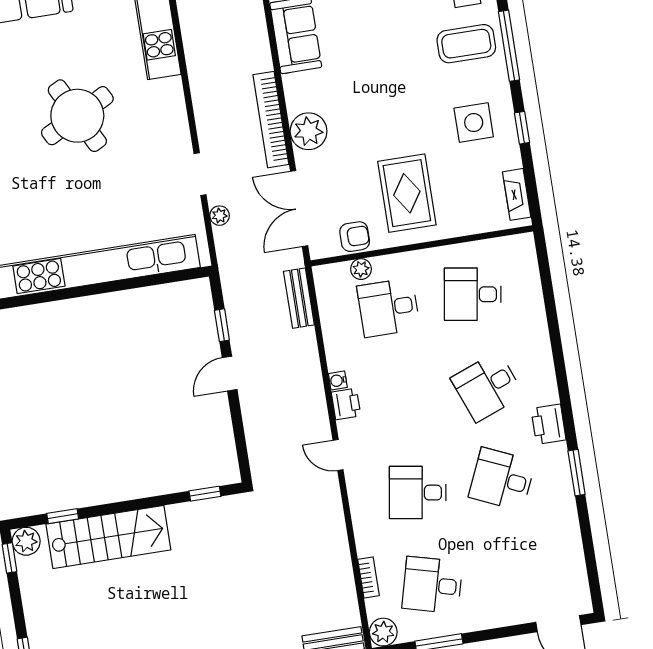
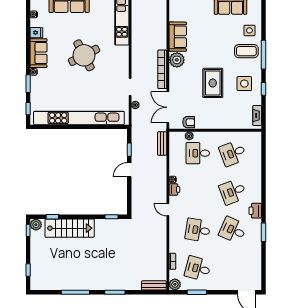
plant: (309, 131) -> (177, 60), moved
rug: (407, 193) -> (213, 83), moved
desk: (473, 294) -> (233, 153), turned -30

